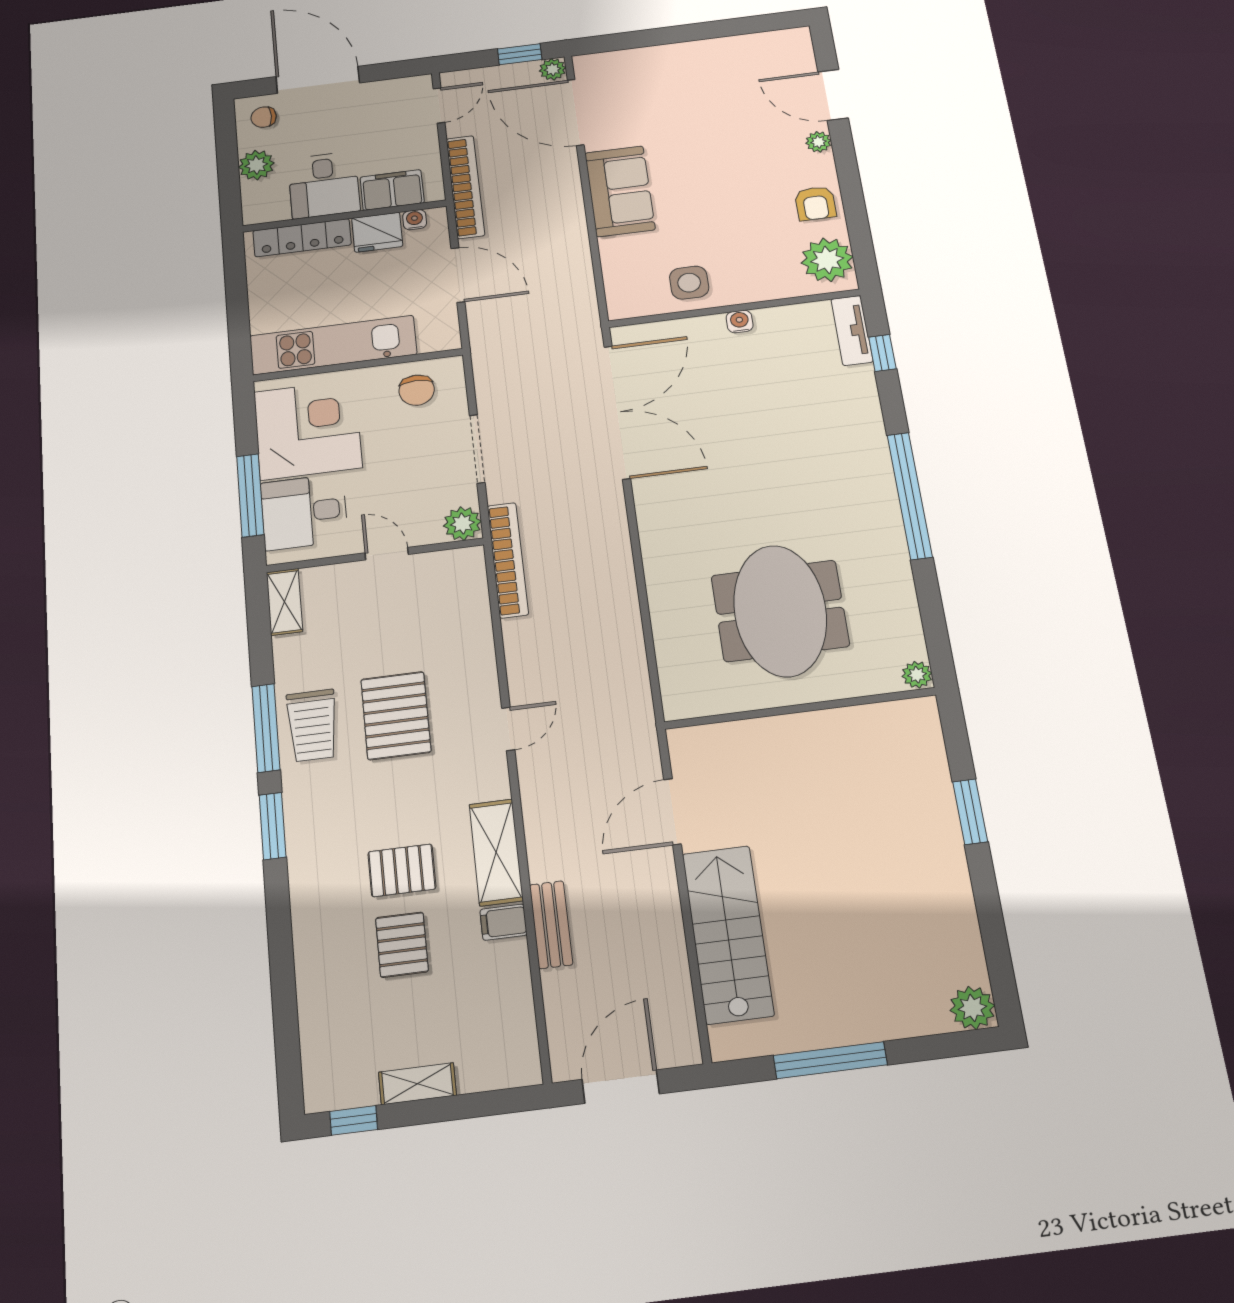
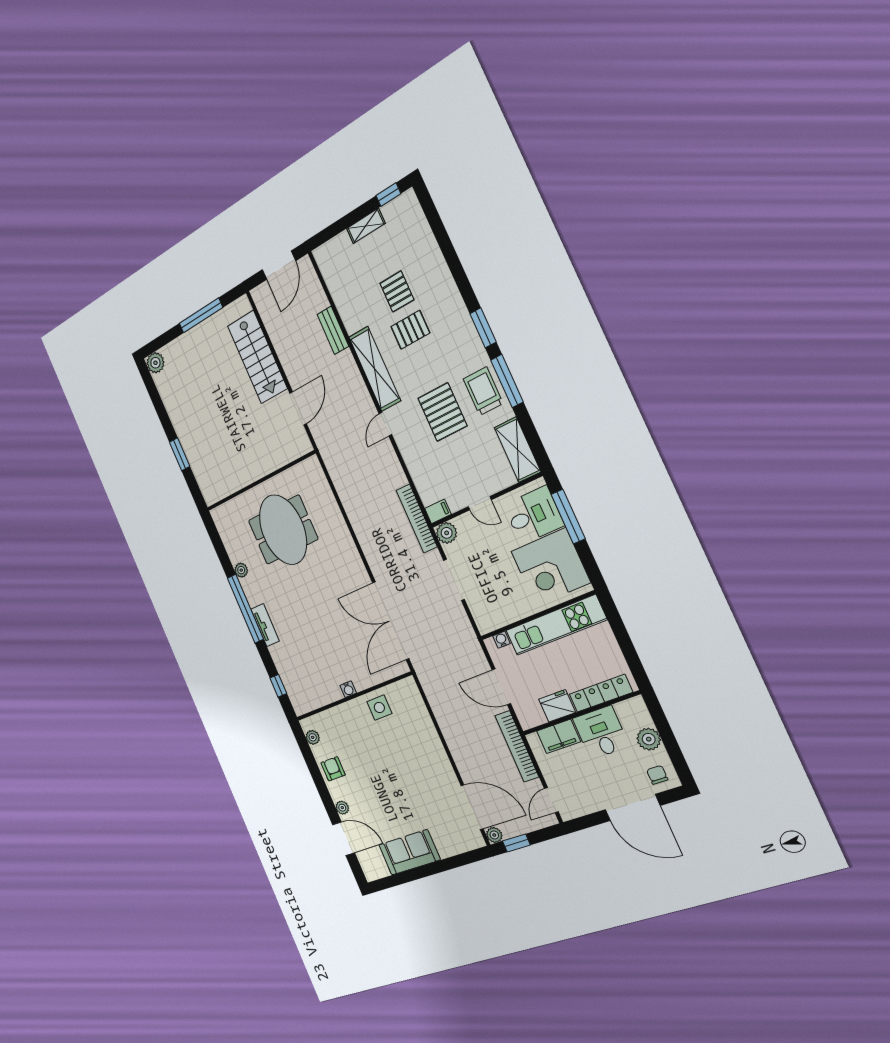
chair: (264, 117) -> (657, 775), turned -90
sofa: (620, 191) -> (409, 852), moved, turned 90
water cooler: (415, 220) -> (501, 640), moved, turned 180
plant: (827, 260) -> (313, 737), width x0.53, depth x0.53
tv unit: (852, 330) -> (265, 625), moved
chair: (417, 390) -> (499, 608), removed
shelving: (284, 602) -> (517, 450), width x1.50, depth x1.33
plant: (917, 675) -> (241, 570), moved
shelving: (496, 852) -> (375, 369), width x1.47
filing cabinet: (504, 922) -> (438, 511), moved

